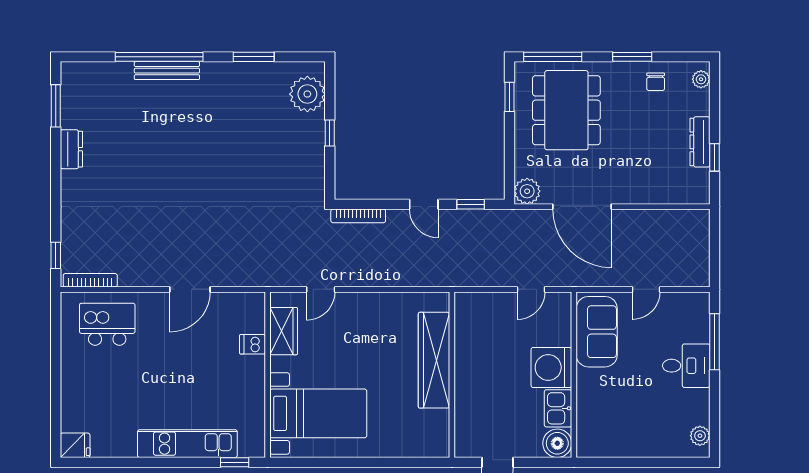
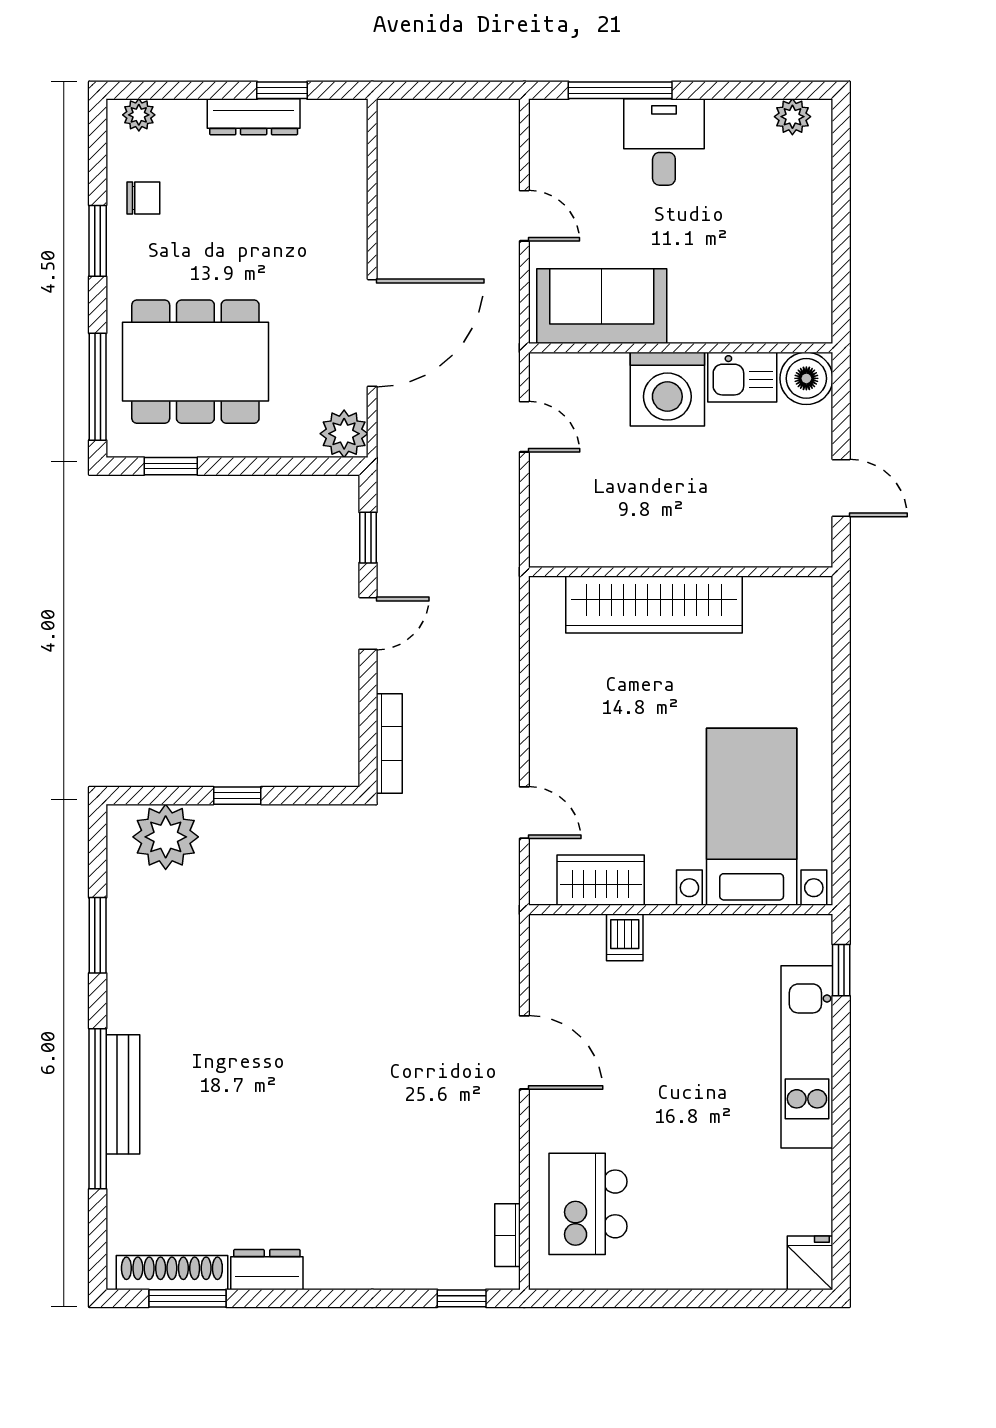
shoe rack: (70, 97) -> (172, 1273), added
bookcase: (90, 280) -> (507, 1235), width x0.64

